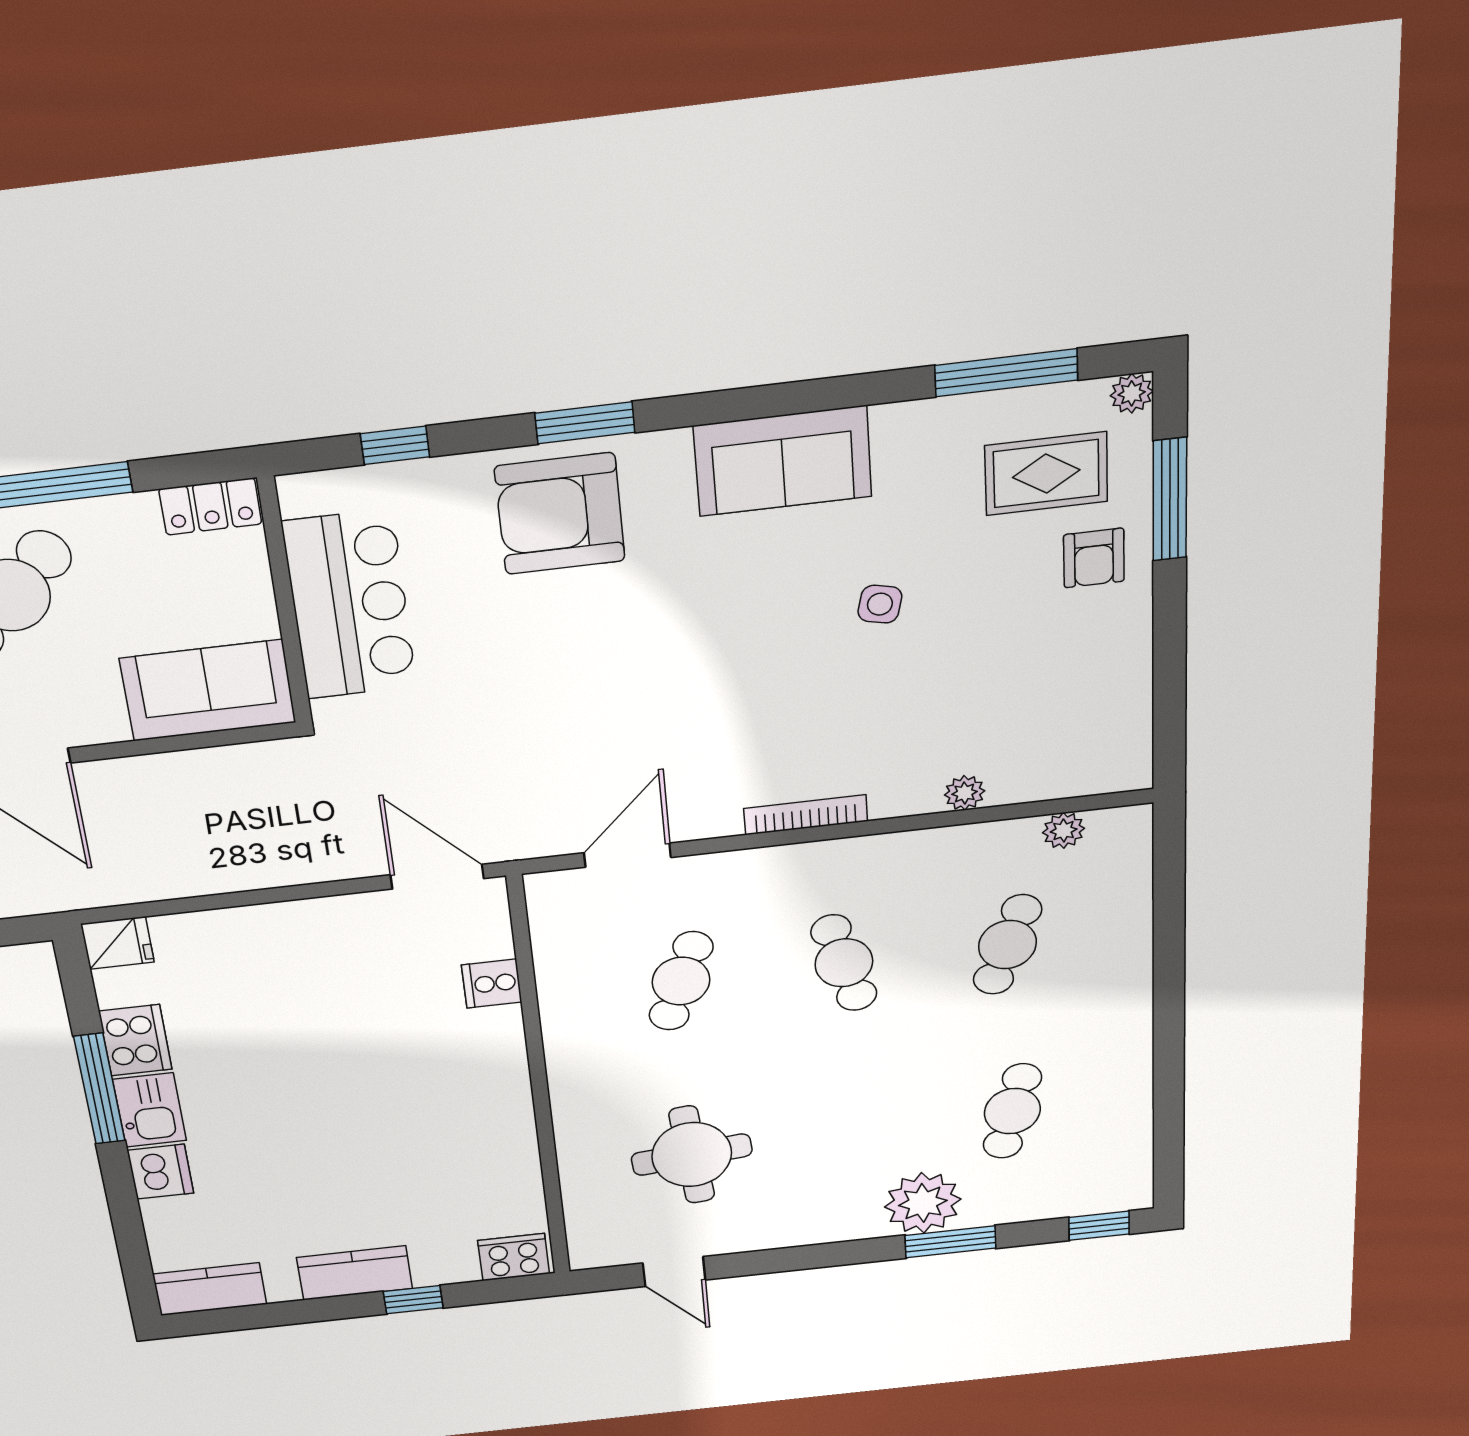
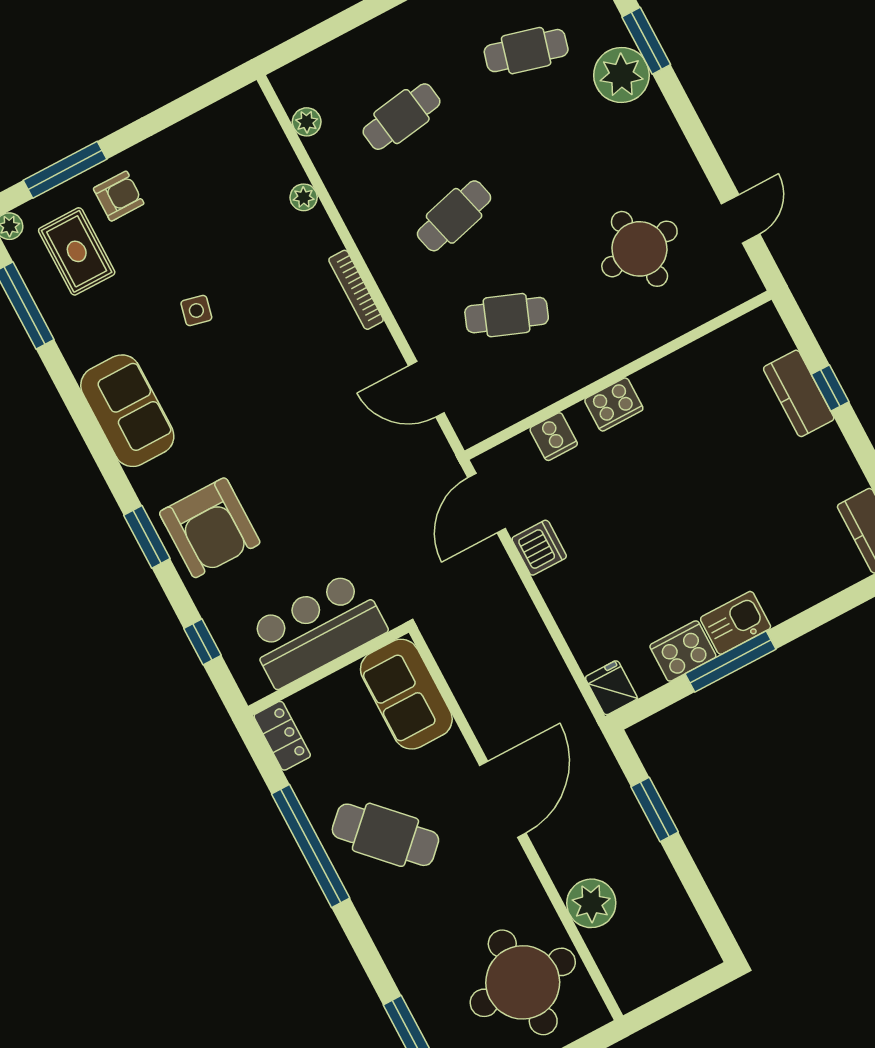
cafe table: (1007, 945) -> (401, 117), turned -30
dishwasher: (160, 1172) -> (539, 548), moved, turned 90
cooker: (514, 1257) -> (614, 404), moved, turned -90
kitchen counter: (355, 1273) -> (799, 393), moved

